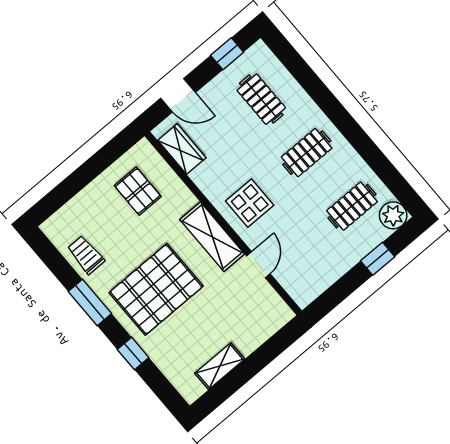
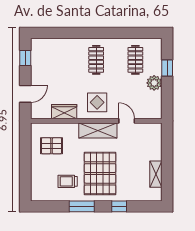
clothes rail: (261, 99) -> (57, 60), removed
wardrobe: (182, 149) -> (64, 112), moved
plant: (393, 215) -> (154, 83), moved
trolley: (86, 255) -> (68, 181), moved

